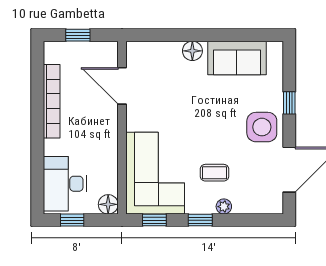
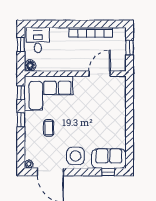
floor lamp: (192, 51) -> (120, 115), removed
sofa: (237, 58) -> (109, 159), moved, turned 90
window: (289, 103) -> (108, 172), moved
desk: (65, 184) -> (38, 40), width x0.73
plant: (224, 207) -> (29, 164), moved

